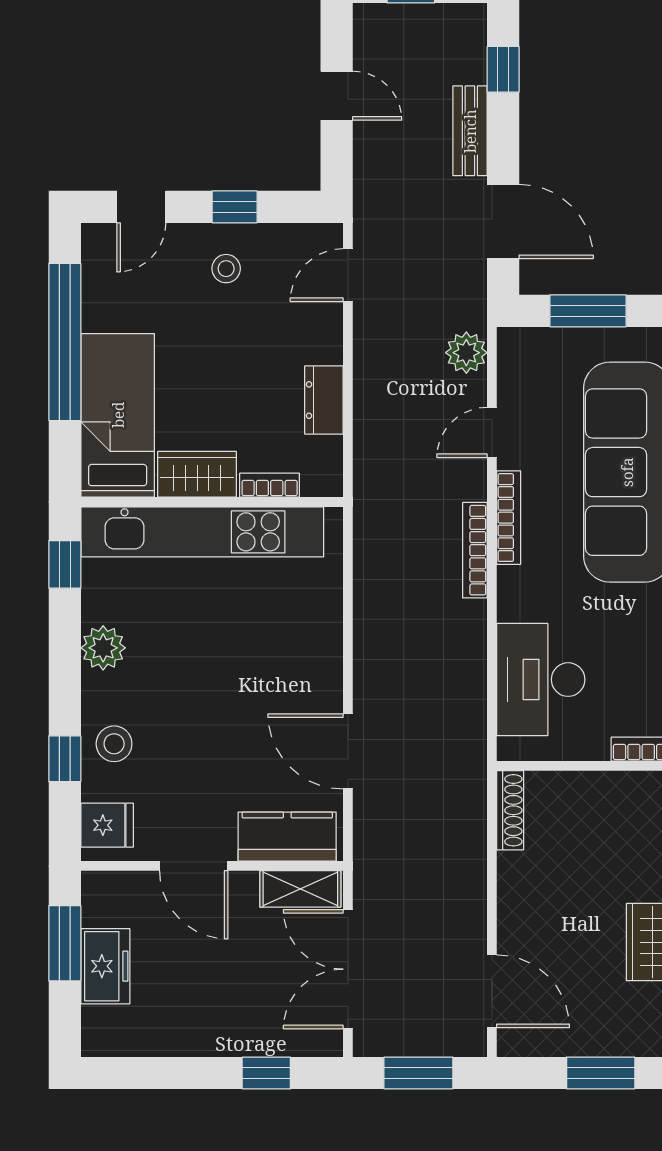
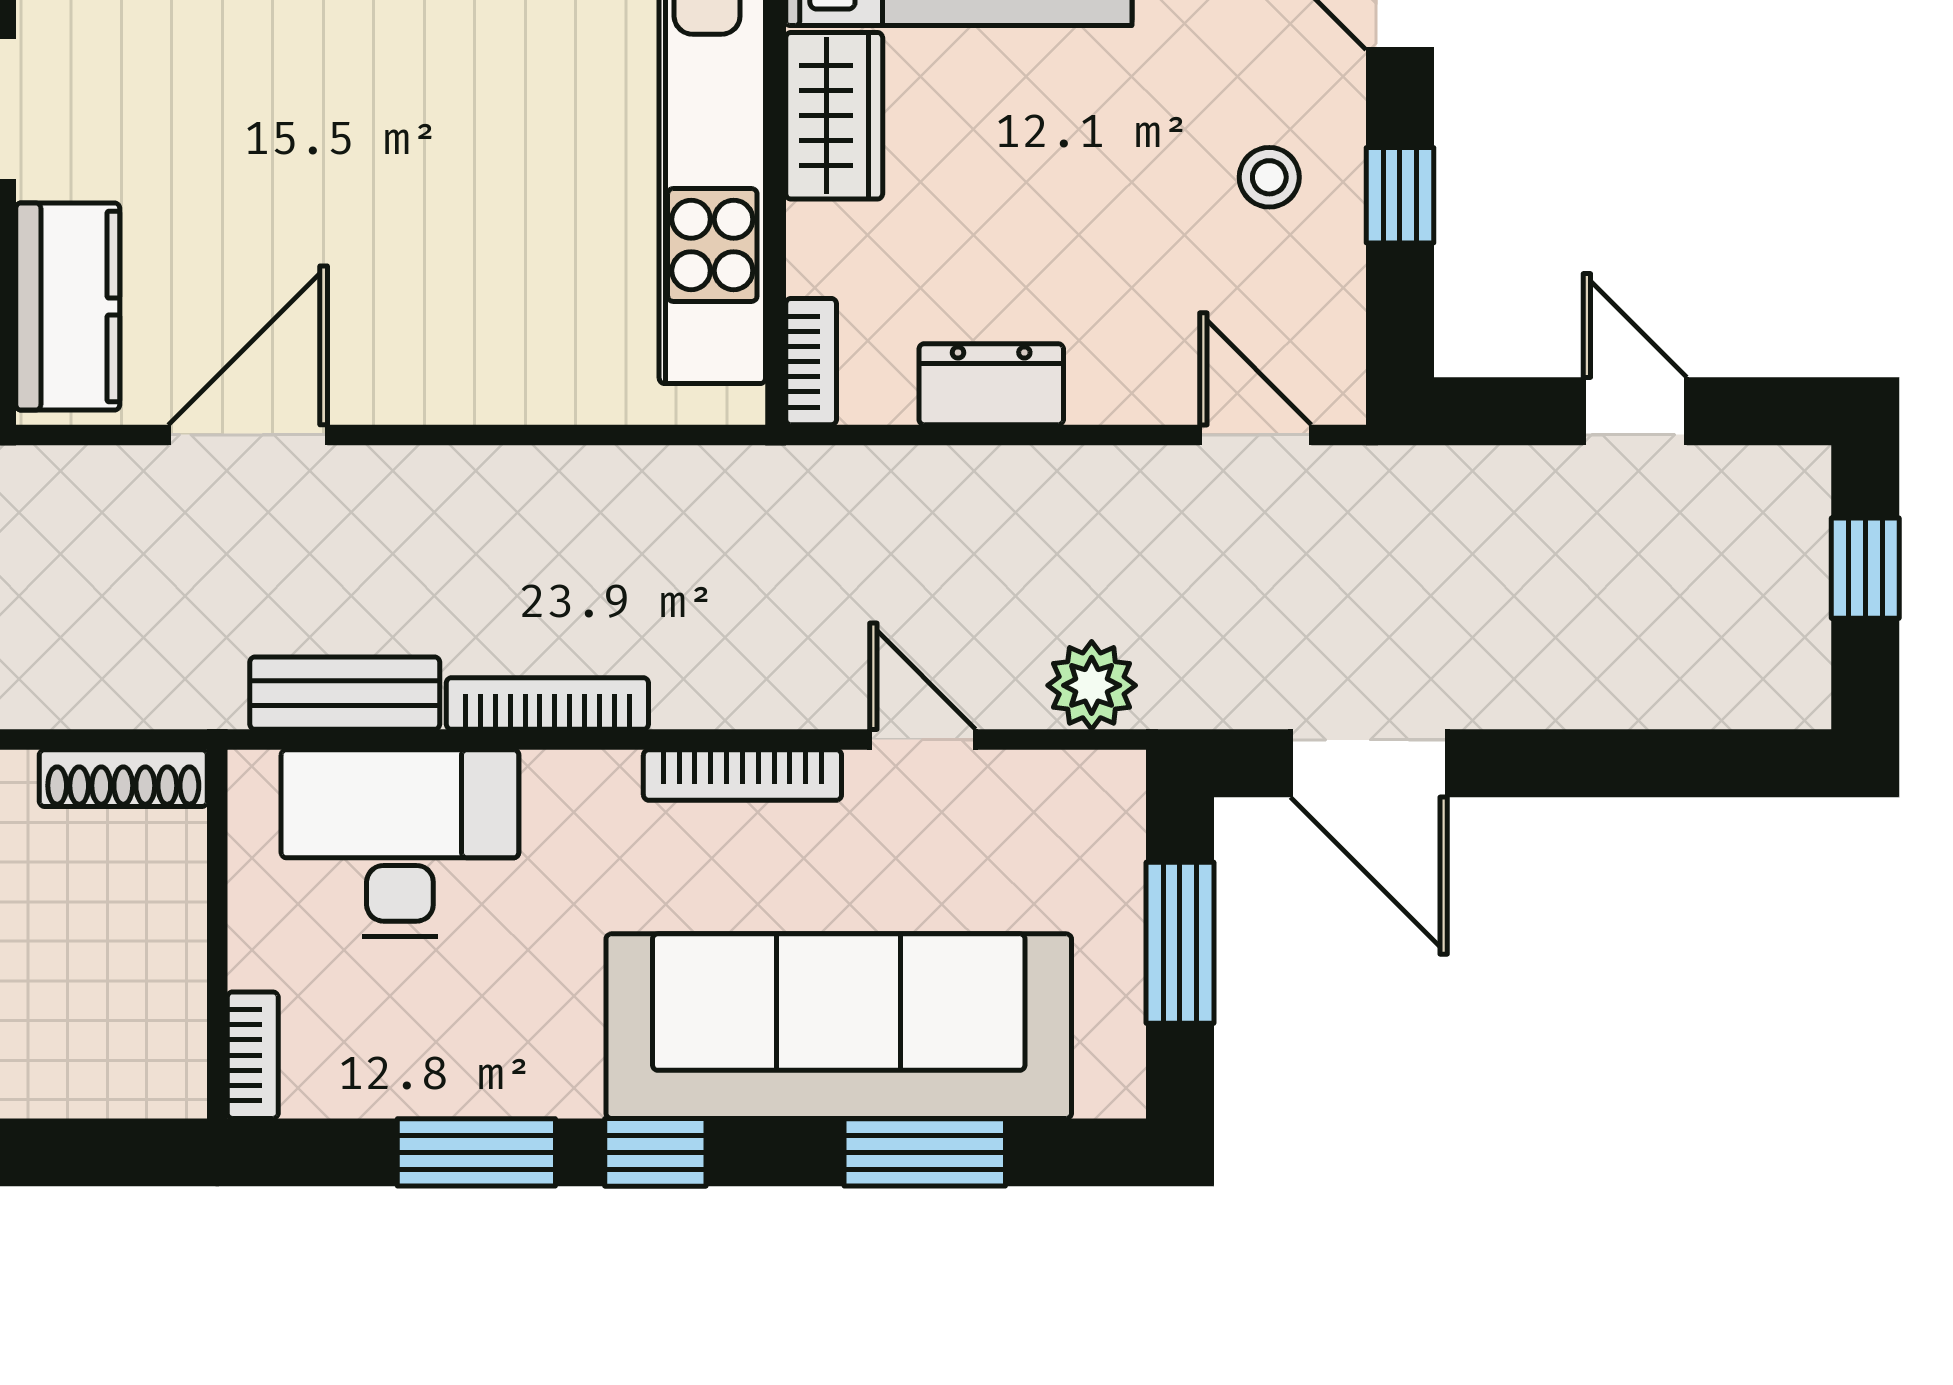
window: (503, 69) -> (1691, 763), removed
door: (337, 96) -> (1635, 411), swing flipped
bench: (470, 131) -> (345, 693), moved
door: (503, 221) -> (1369, 763), hinge flipped
bookcase: (270, 485) -> (811, 362), moved
bookcase: (475, 550) -> (547, 703), moved

